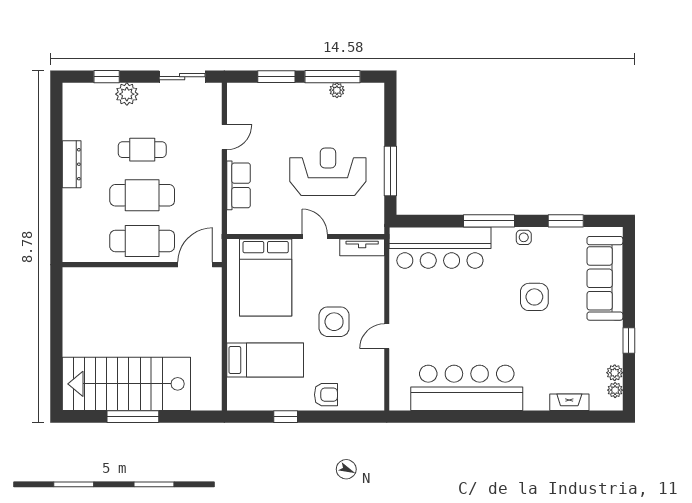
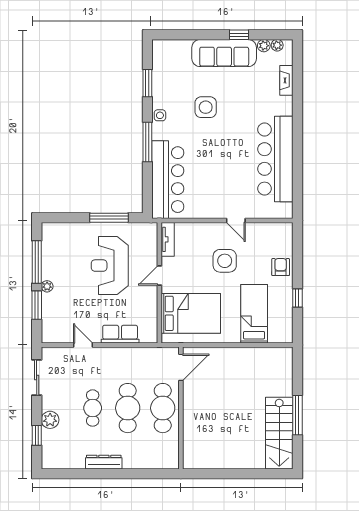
plant: (337, 90) -> (47, 286), moved
door: (195, 265) -> (181, 367), swing flipped
sofa: (605, 278) -> (224, 53), moved
stairs: (126, 384) -> (279, 433), width x0.73, depth x0.66

